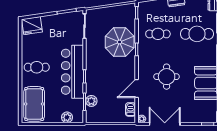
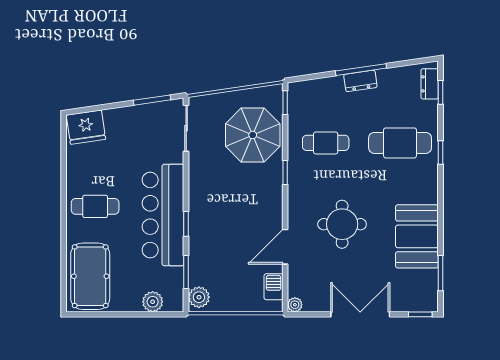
parasol: (120, 42) -> (253, 135), moved
plant: (91, 101) -> (199, 297), moved
double door: (165, 124) -> (360, 314), moved

